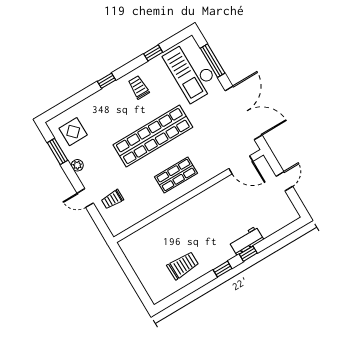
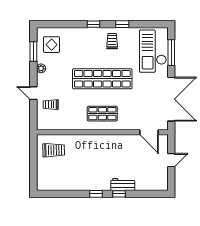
window: (153, 53) -> (122, 24), moved
trolley: (183, 266) -> (54, 150), moved

